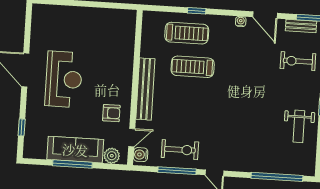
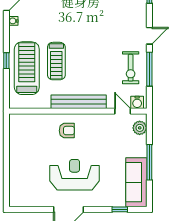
treadmill: (187, 33) -> (27, 68), width x1.37, depth x1.38
armchair: (111, 113) -> (67, 131), moved, turned 90
sofa: (75, 150) -> (136, 182), moved
exercise bike: (180, 150) -> (131, 68), turned 180

